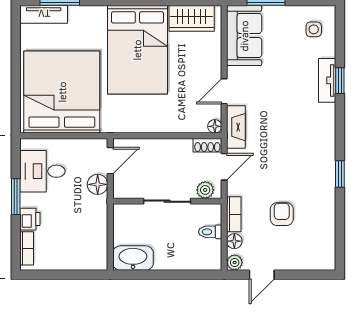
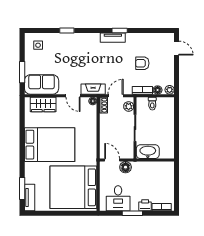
wardrobe: (192, 18) -> (43, 104), moved, turned 90
tv unit: (327, 80) -> (113, 38), moved
door: (224, 167) -> (116, 96), hinge flipped
washbasin: (133, 258) -> (148, 152), moved, turned 90
door: (262, 275) -> (176, 48), moved

